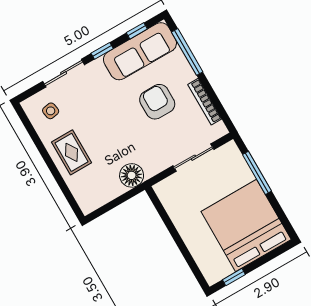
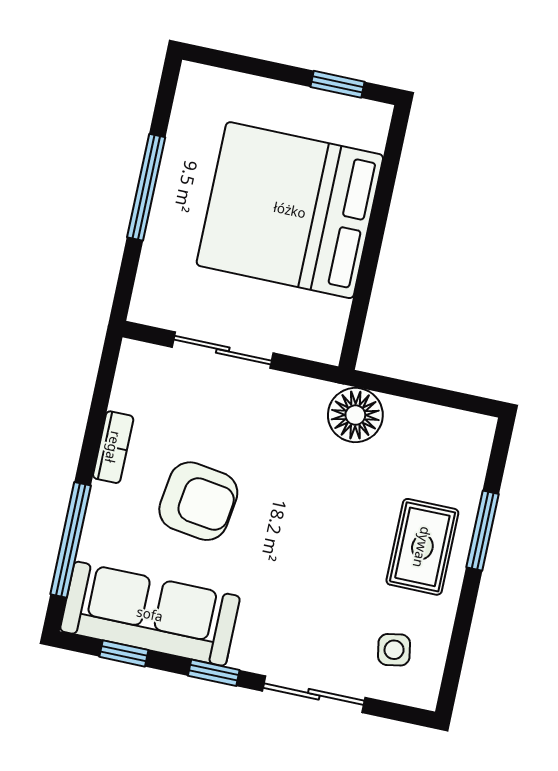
armchair: (157, 102) -> (198, 501), turned -82
bookcase: (205, 102) -> (113, 447), width x0.64
window: (257, 173) -> (146, 187), moved
window: (57, 175) -> (483, 531), added
bed: (246, 225) -> (290, 210), moved, turned 90

